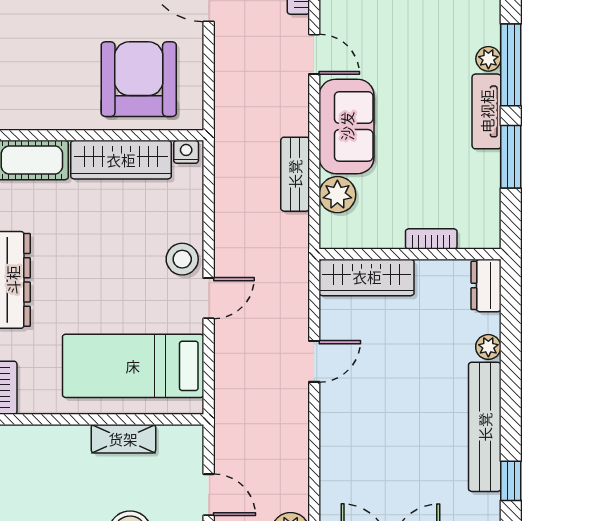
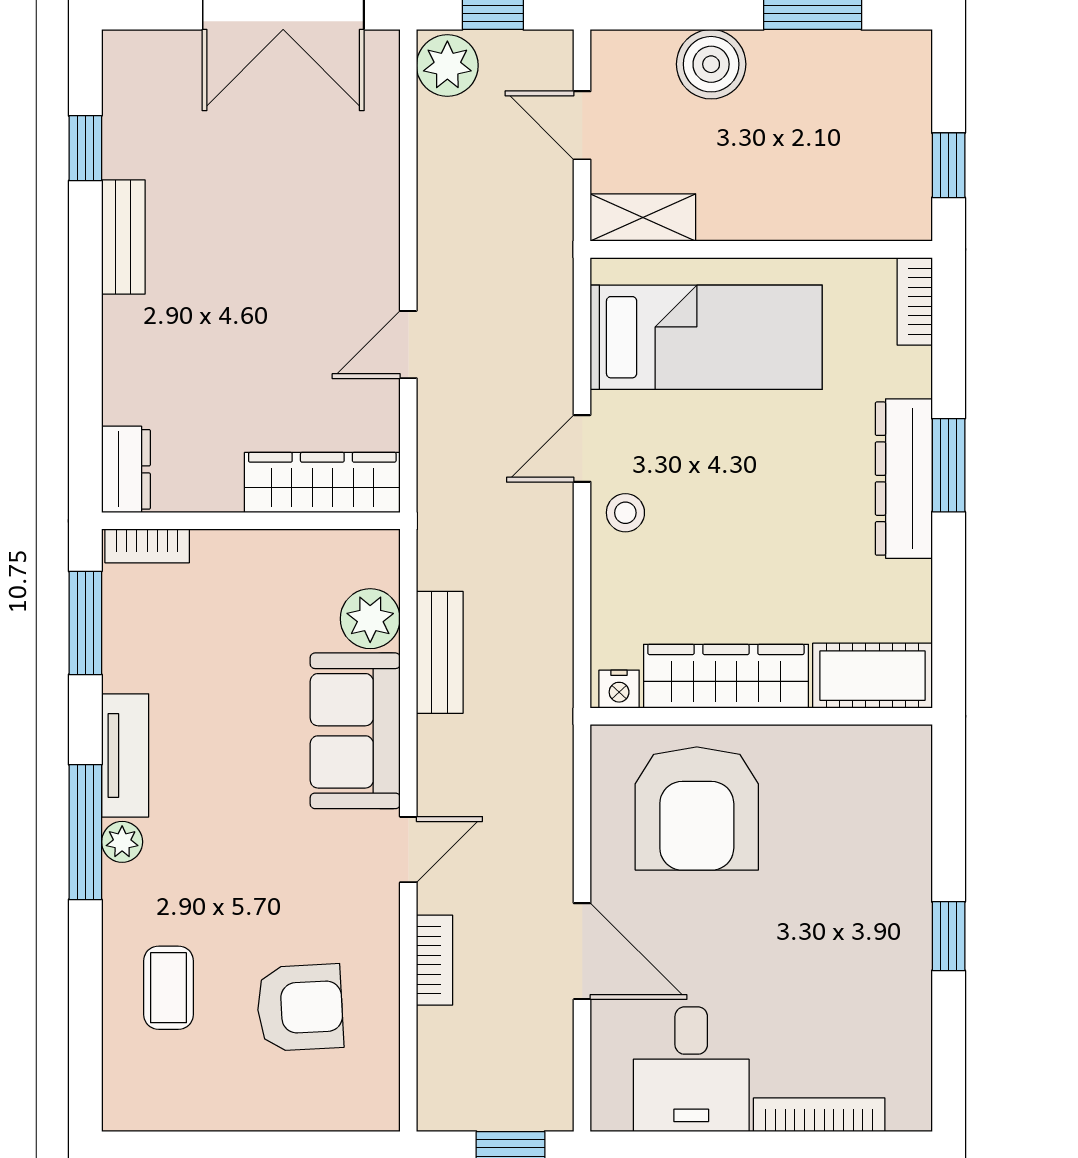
door: (314, 54) -> (408, 850), swing flipped
window: (511, 157) -> (85, 623), moved
bookcase: (431, 239) -> (147, 546), moved
stool: (182, 259) -> (625, 513), width x0.73, depth x0.73
plant: (488, 347) -> (122, 368), removed
bench: (485, 427) -> (123, 237), width x0.54, depth x0.82
shelving: (123, 439) -> (643, 218), moved

